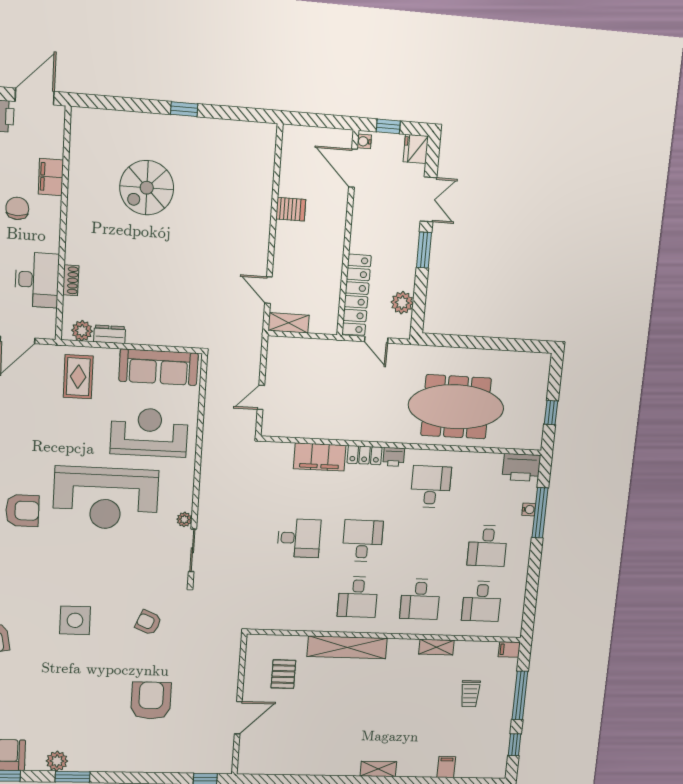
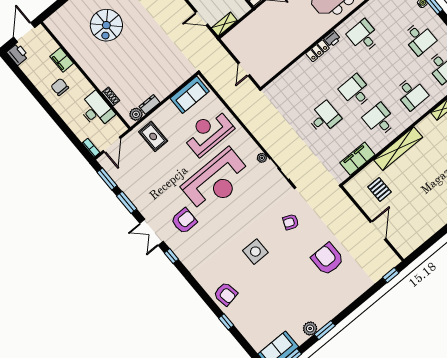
sofa: (159, 367) -> (190, 95), width x0.73
filing cabinet: (320, 457) -> (357, 159), moved, turned 180
desk: (358, 597) -> (380, 120), turned 180

